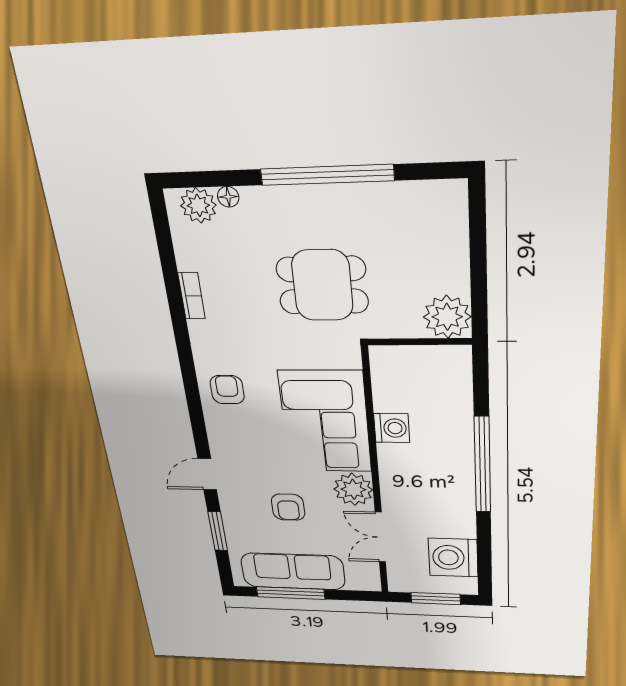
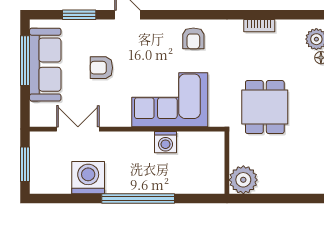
armchair: (227, 390) -> (193, 38), turned 90
plant: (353, 489) -> (117, 114), removed
washing machine: (453, 558) -> (88, 178), moved

